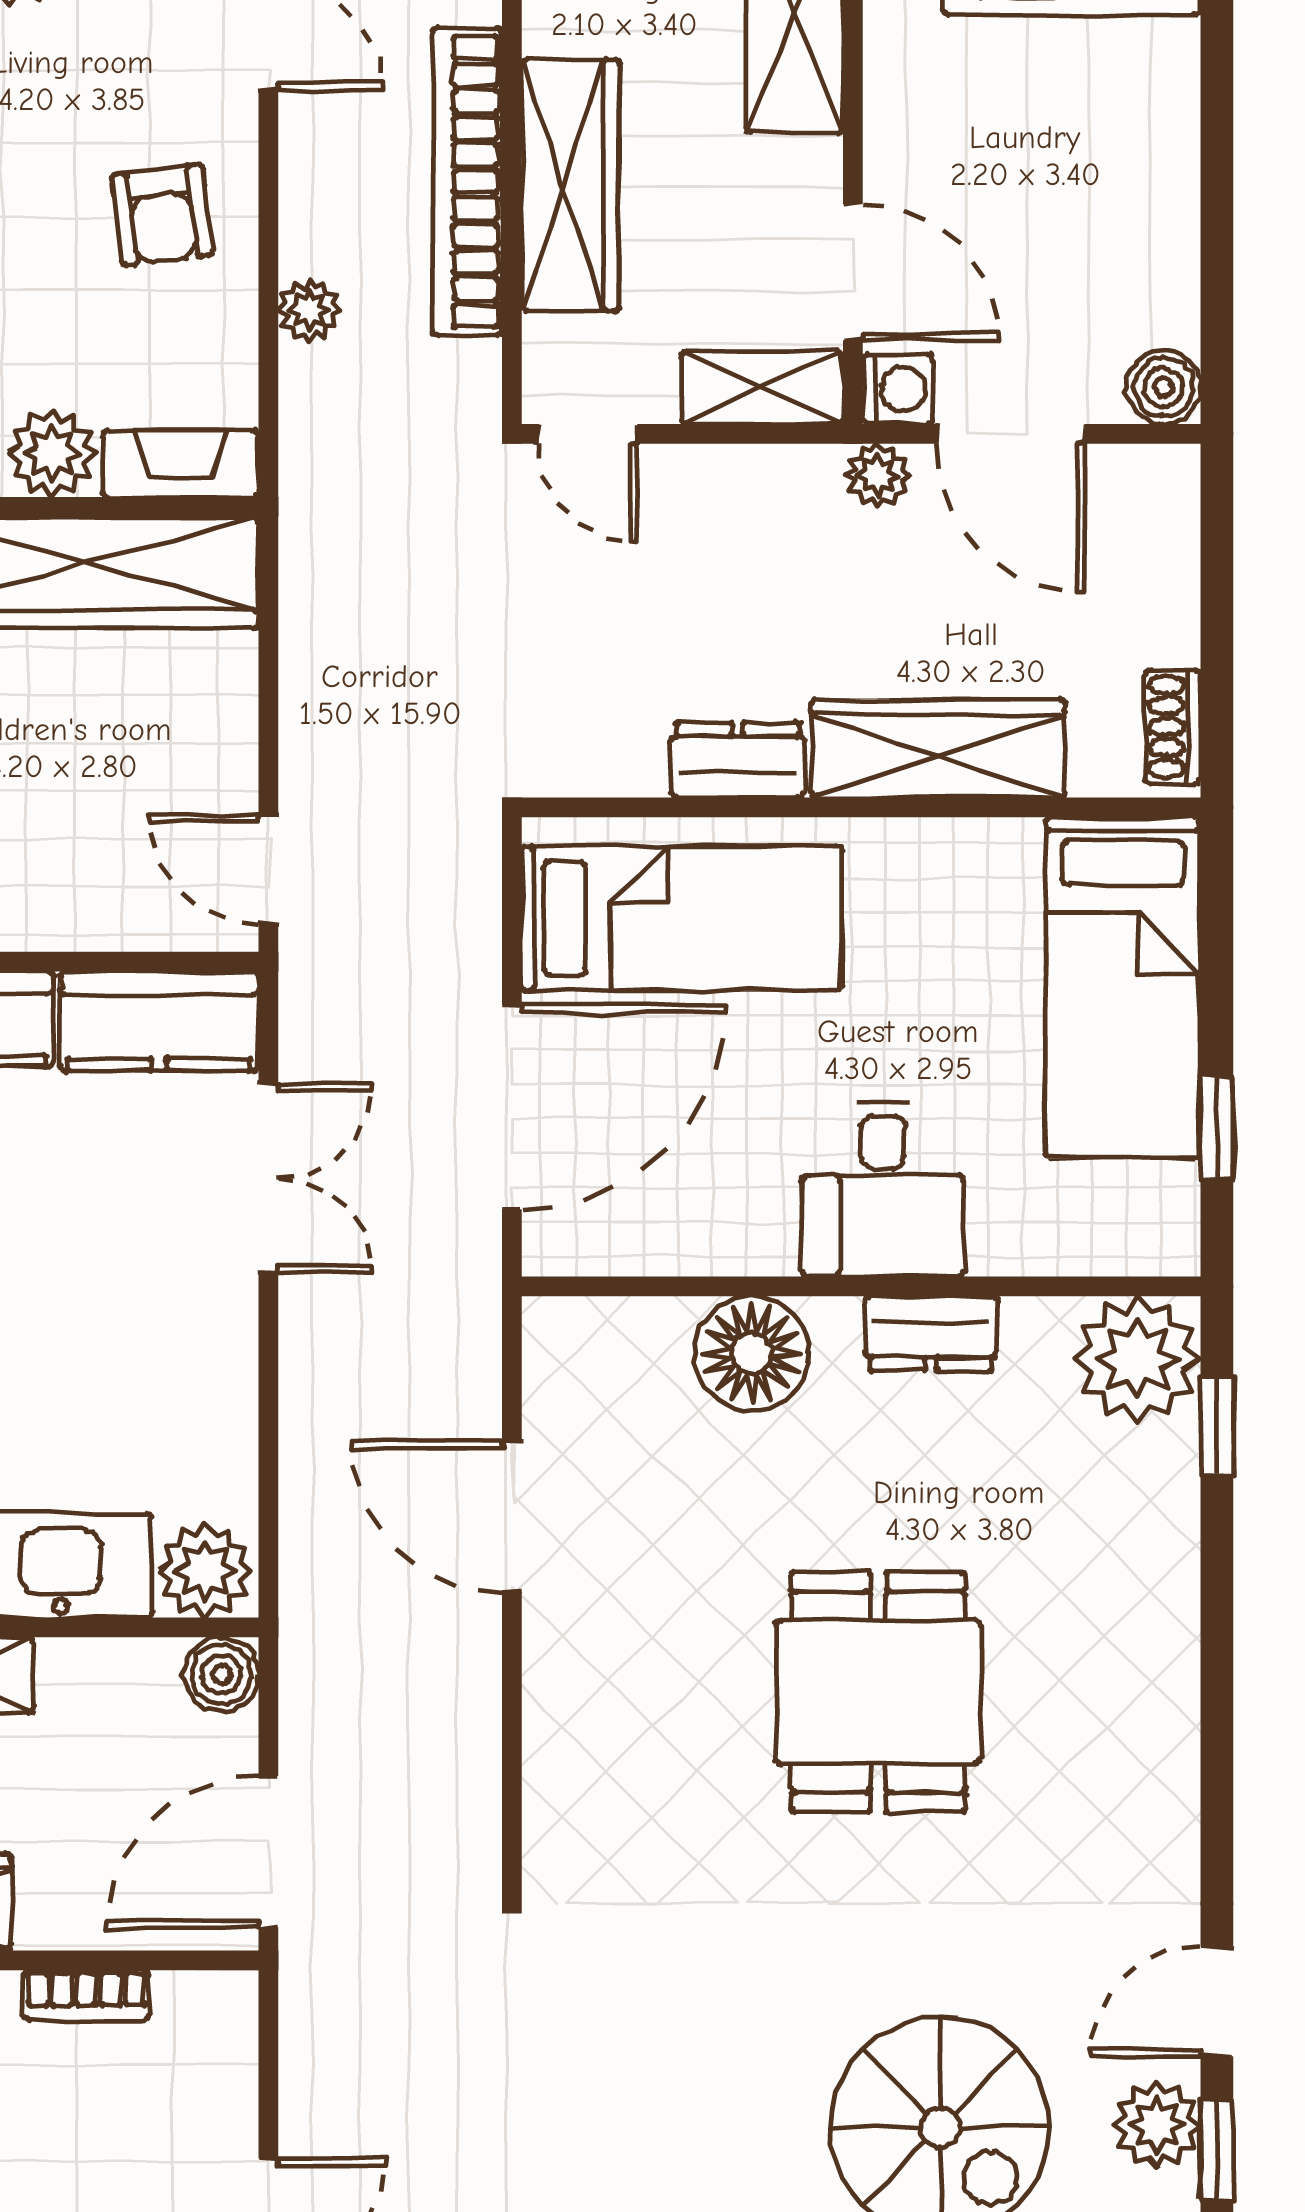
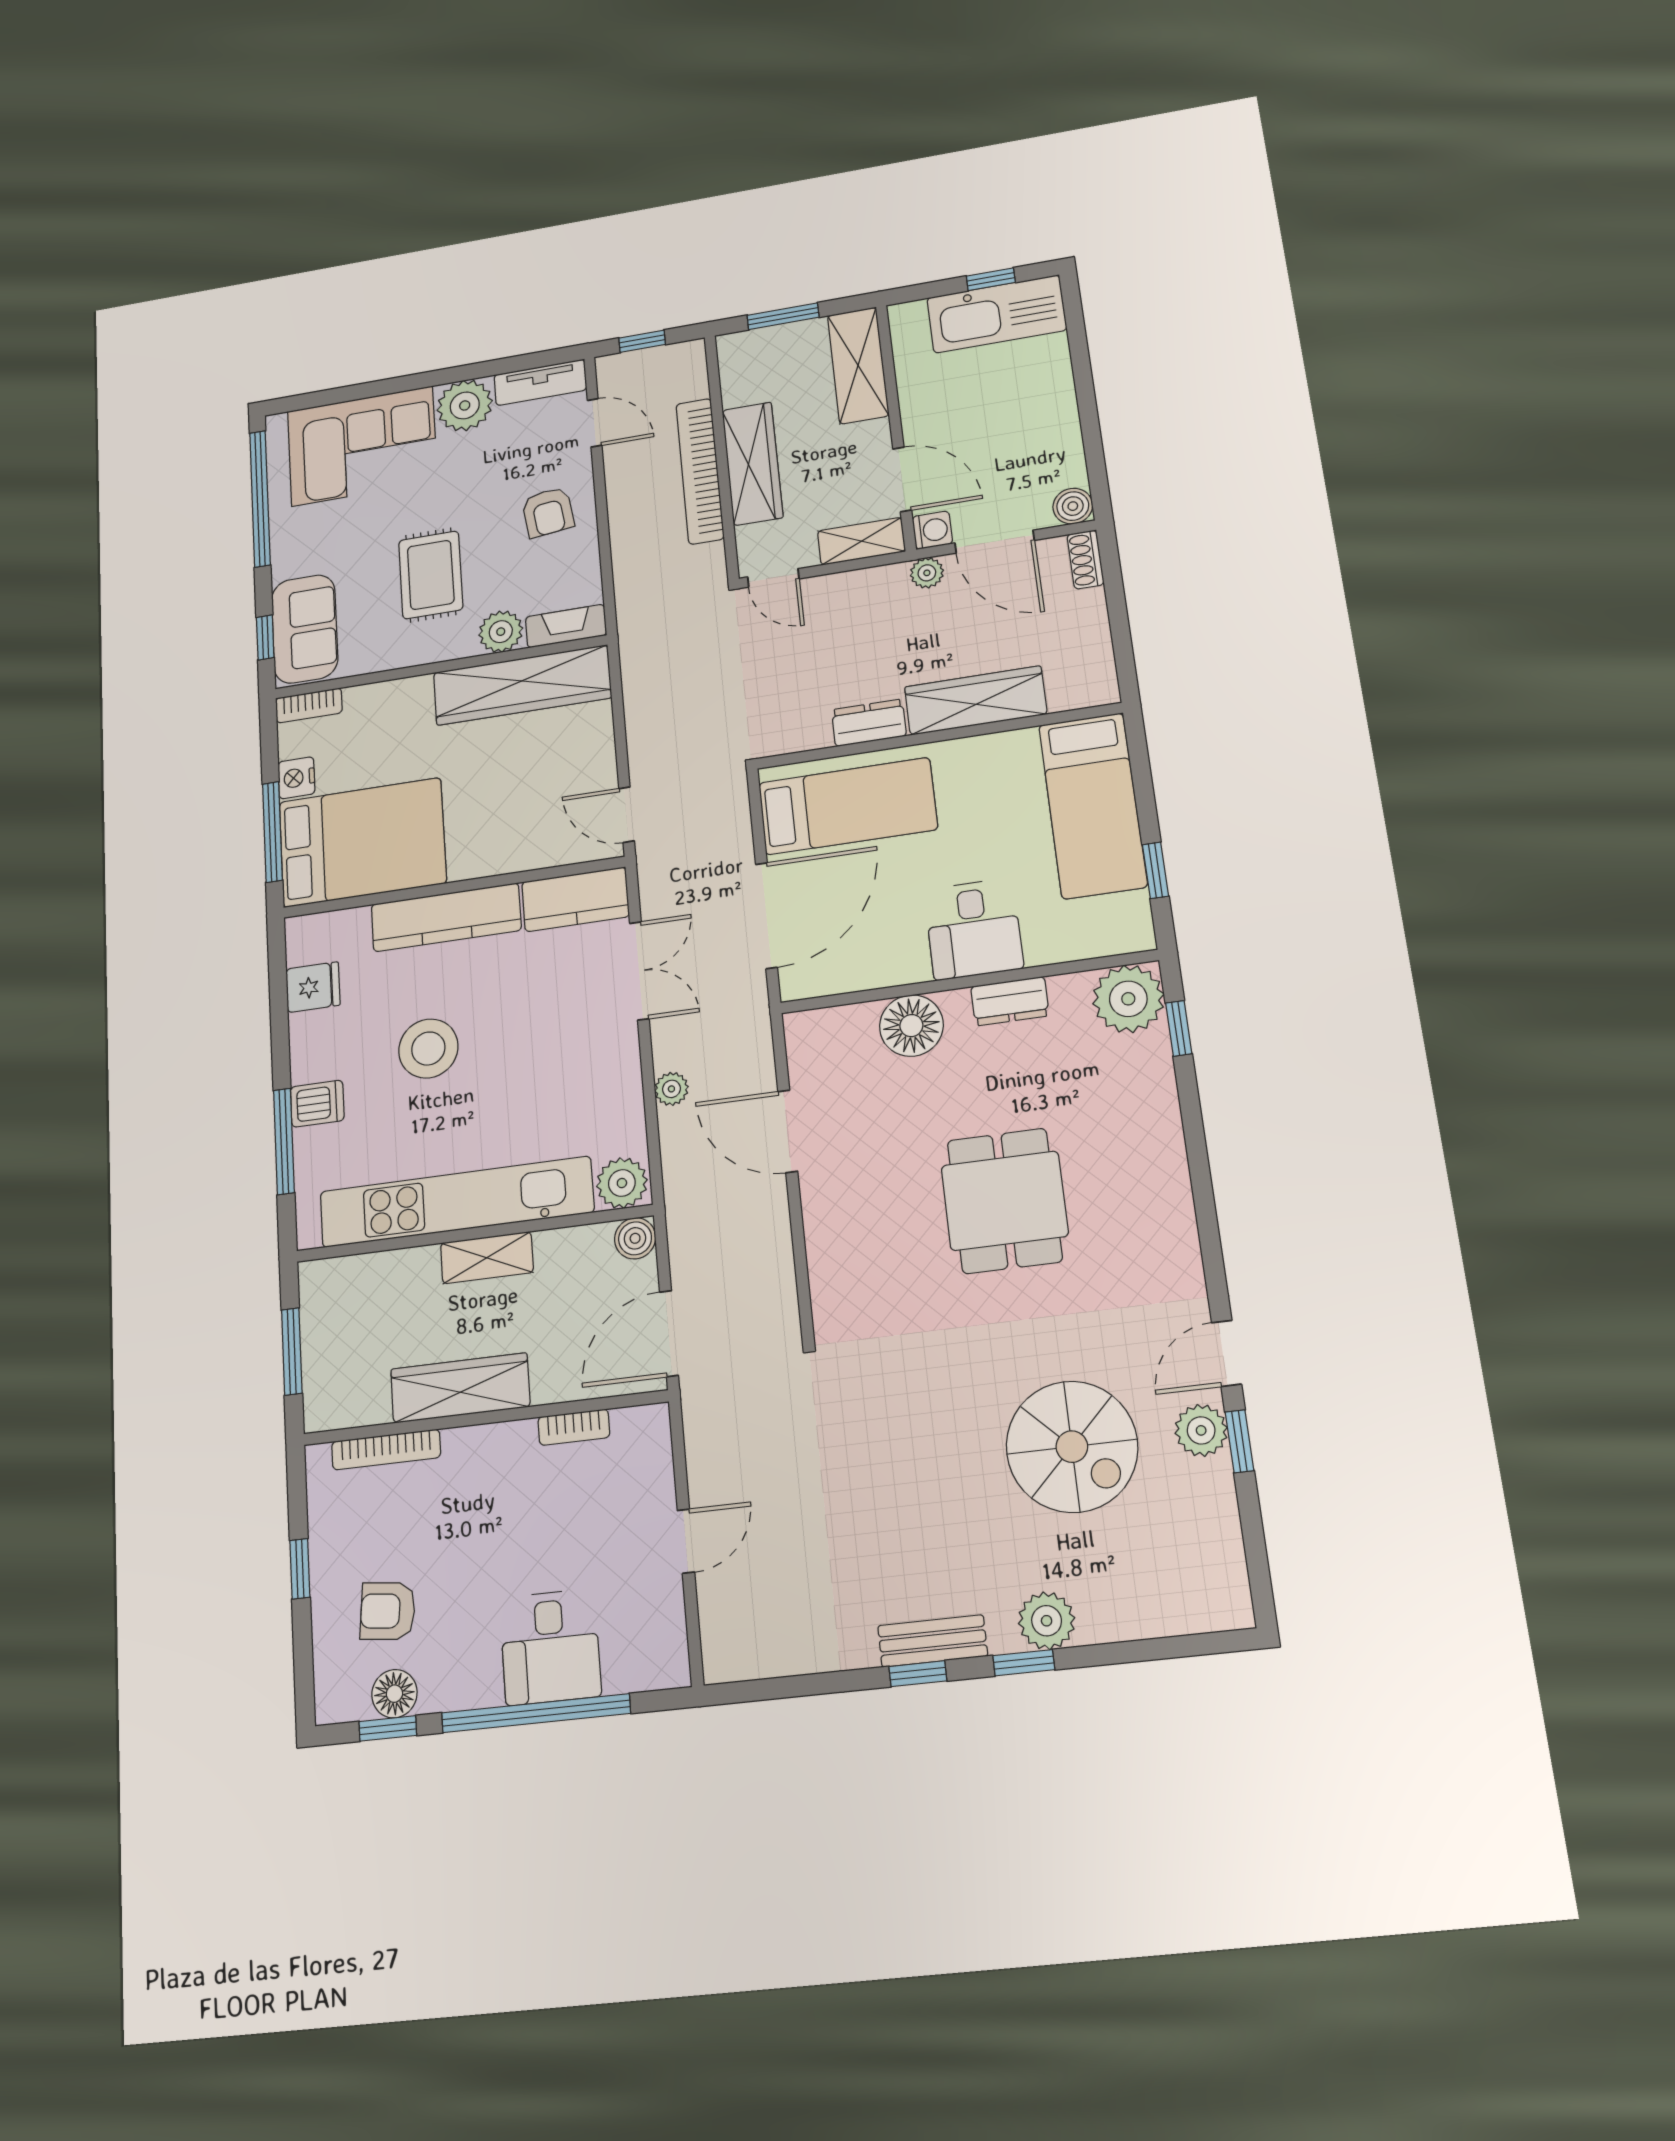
plant: (309, 310) -> (671, 1089), moved
shoe rack: (1173, 727) -> (1085, 560), moved

